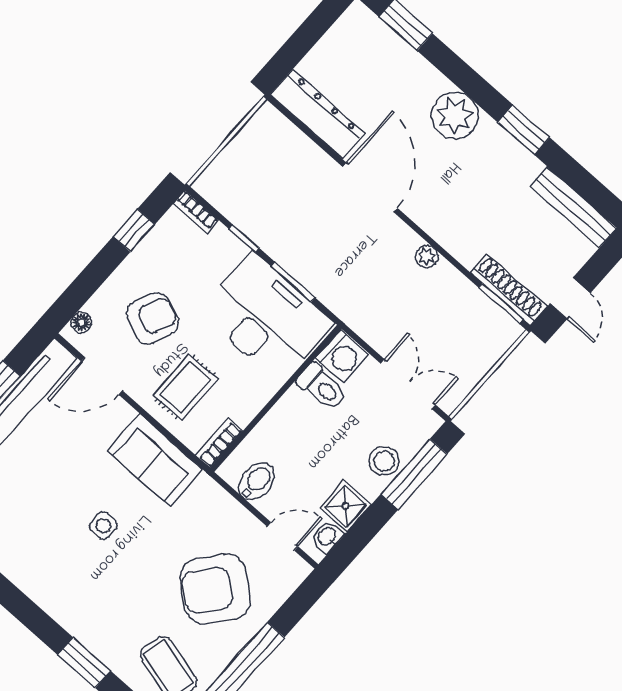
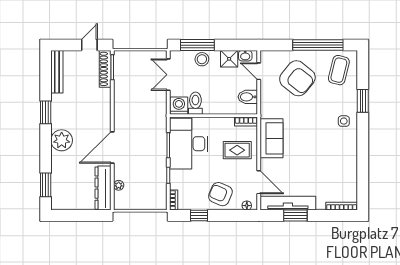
plant: (427, 256) -> (119, 185), moved
armchair: (152, 318) -> (220, 194), moved
side table: (103, 526) -> (344, 121), moved

